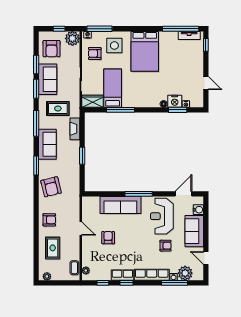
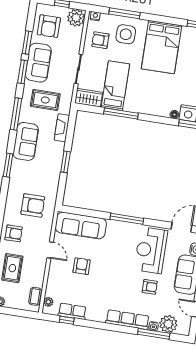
window: (99, 29) -> (125, 13), moved
armchair: (51, 187) -> (33, 205), moved, turned -76
sofa: (120, 205) -> (81, 225), moved
row of seats: (122, 275) -> (72, 311), moved
window: (126, 283) -> (95, 325), removed

